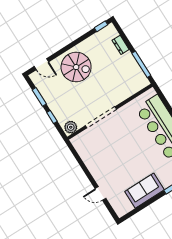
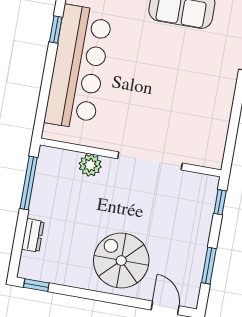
window: (52, 117) -> (220, 202), moved
plant: (71, 127) -> (90, 165), moved

